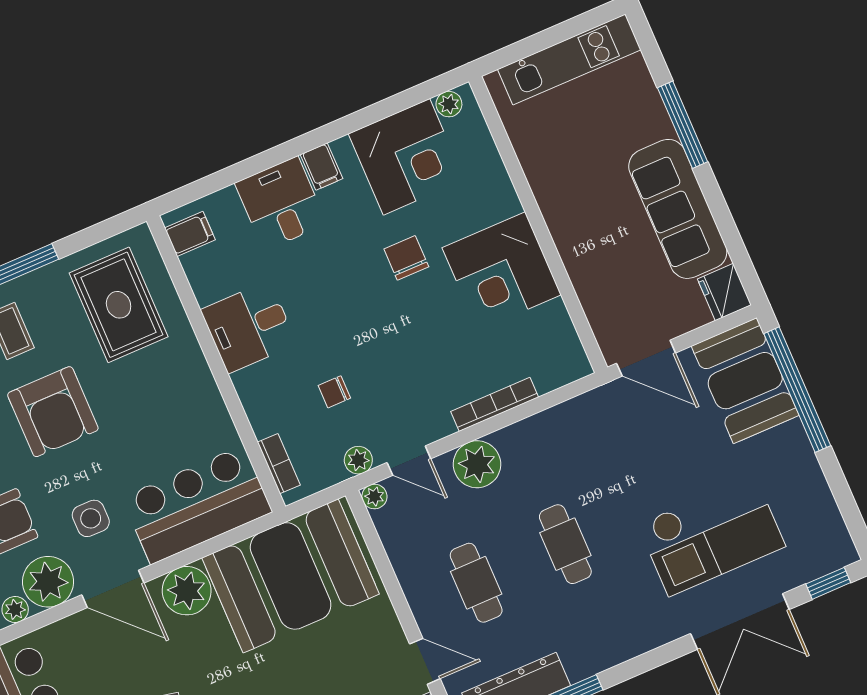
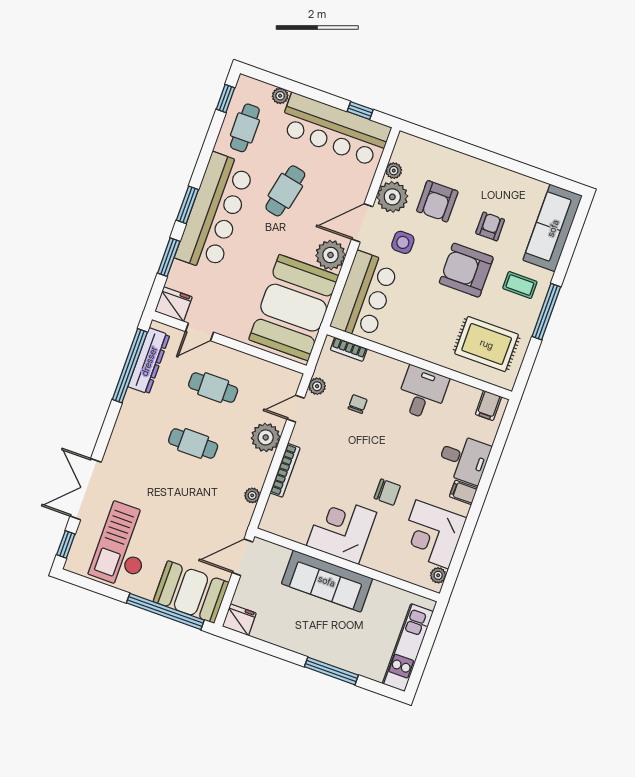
sofa: (678, 209) -> (327, 581), moved, turned 180
plant: (374, 496) -> (252, 495), moved
checkout: (712, 535) -> (124, 545), moved

